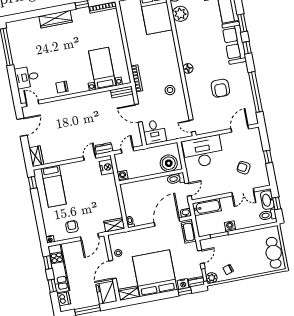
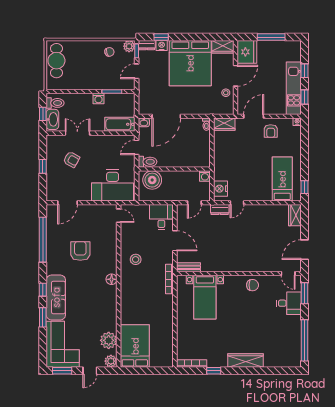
window: (15, 89) -> (305, 293), added
cot: (189, 232) -> (145, 101), removed
dishwasher: (64, 299) -> (295, 54), removed

